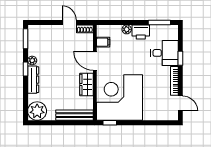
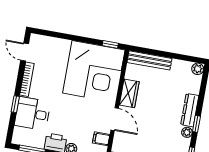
plant: (37, 111) -> (198, 69), width x0.53, depth x0.53

